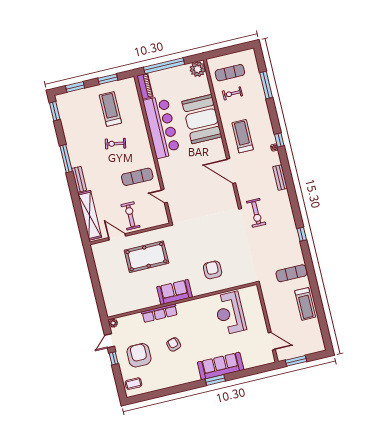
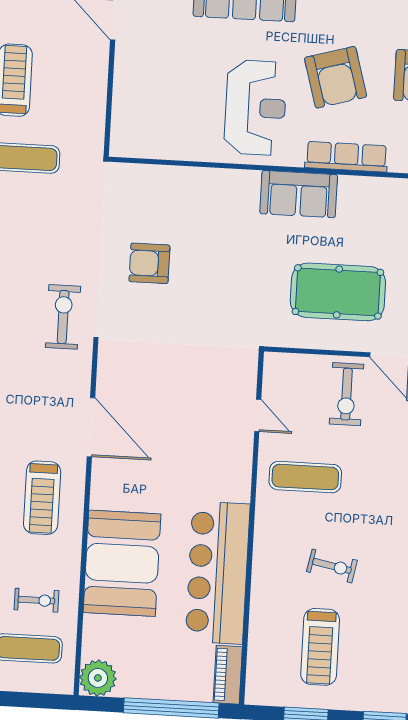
armchair: (213, 270) -> (149, 263), moved, turned 90
reception desk: (230, 313) -> (255, 108), moved
armchair: (174, 344) -> (336, 77), width x1.88, depth x1.88

